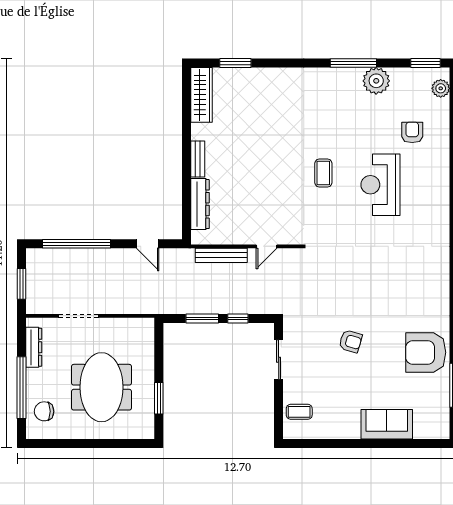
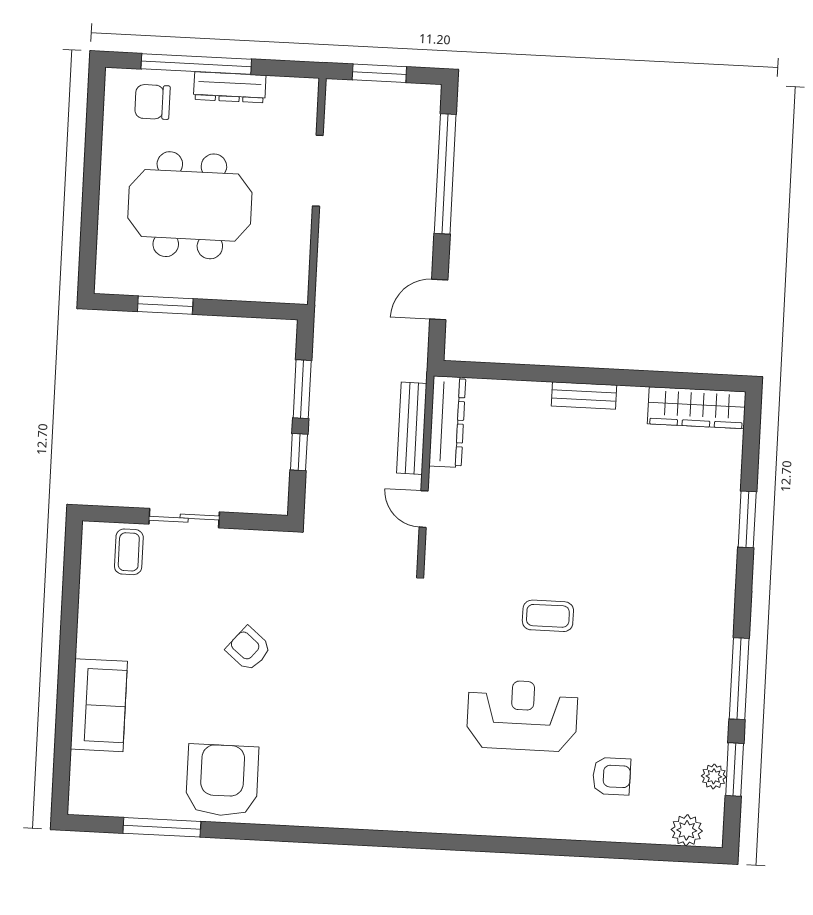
window: (235, 63) -> (747, 519), moved
window: (426, 63) -> (735, 770), moved
plant: (376, 81) -> (714, 776), moved, width x0.53, depth x0.53
dresser: (200, 204) -> (447, 422), moved, turned -90
armchair: (351, 341) -> (249, 649), turned 114
dresser: (34, 347) -> (230, 87), moved
sliding door: (279, 360) -> (184, 518), moved
chair: (44, 411) -> (152, 102), turned -90

